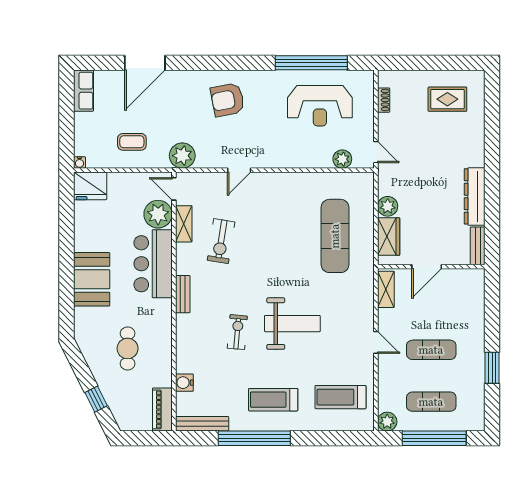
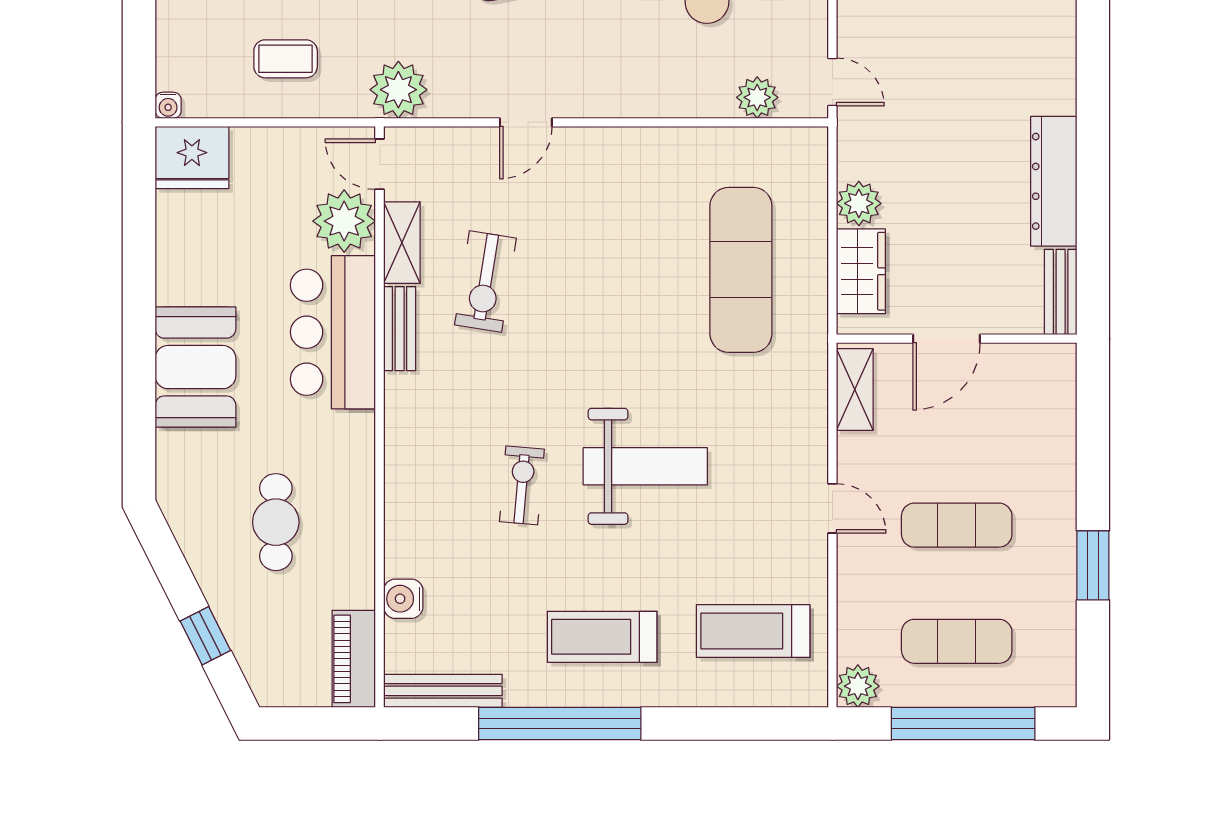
bench: (183, 294) -> (400, 329), moved

